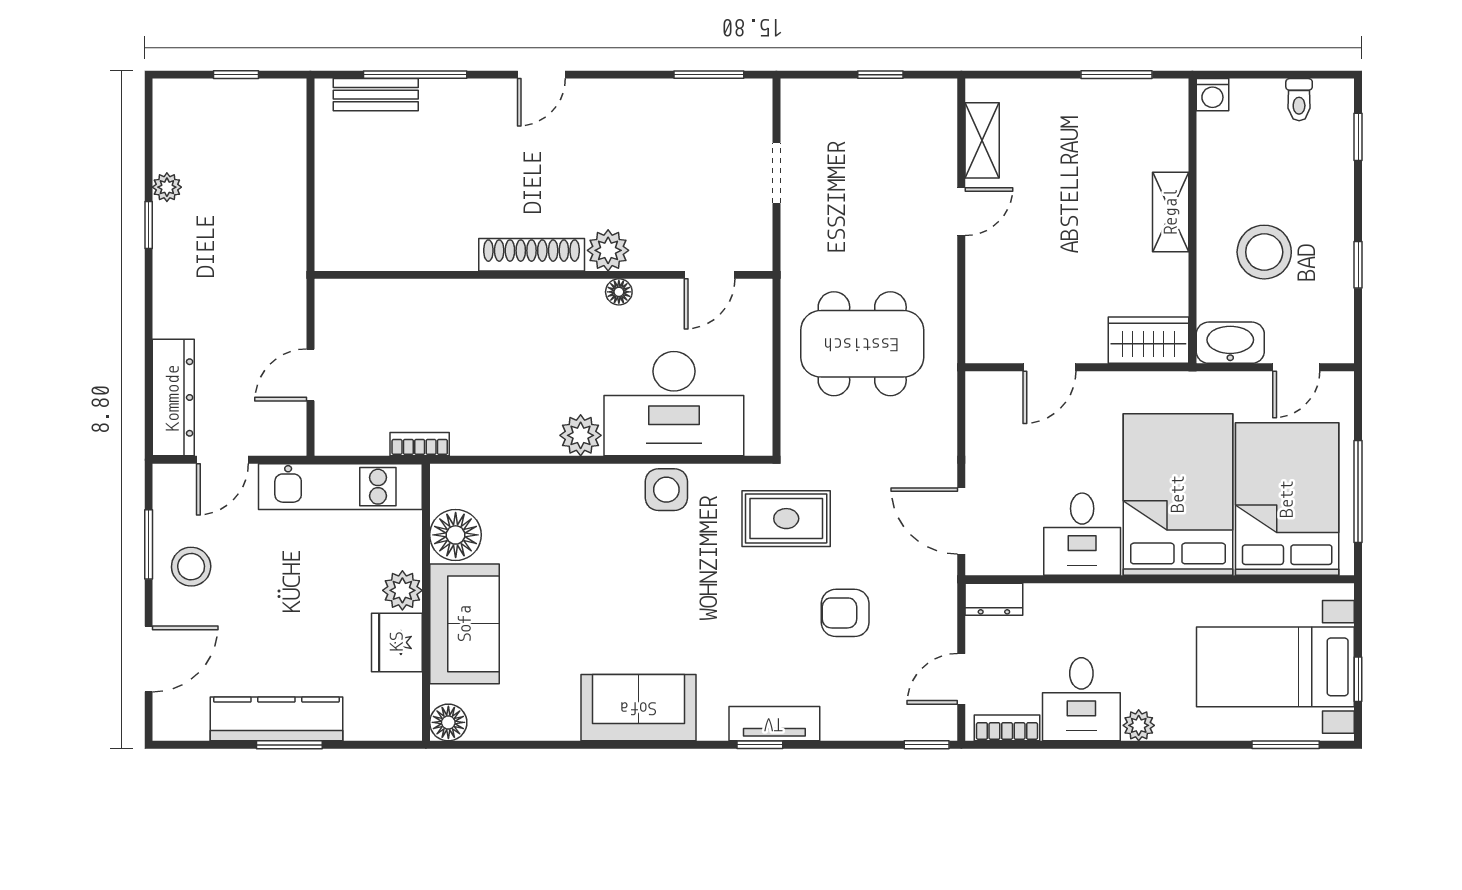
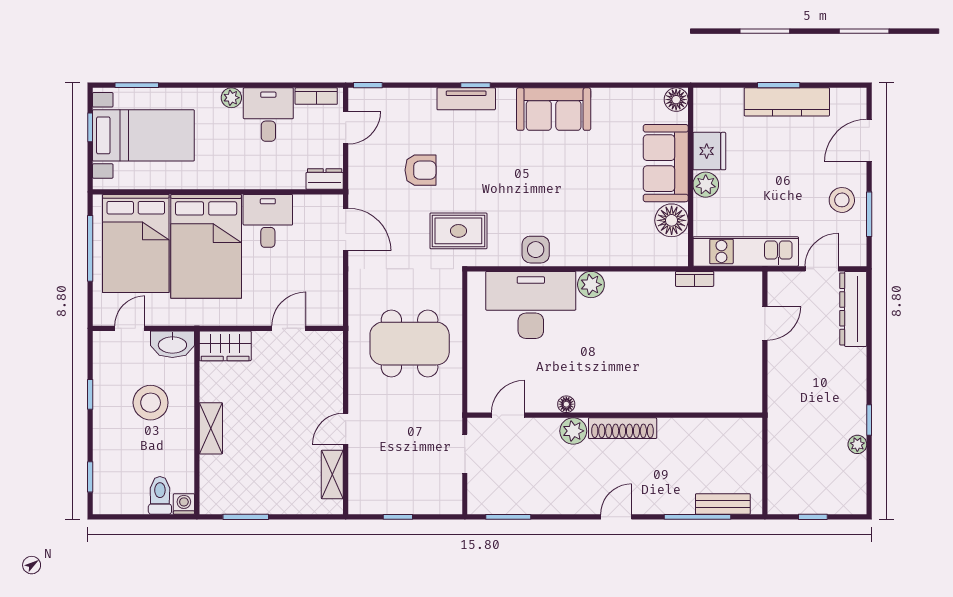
toilet: (1299, 100) -> (160, 495), moved, width x1.37, depth x1.39
plant: (608, 250) -> (573, 431), moved
shoe rack: (532, 255) -> (623, 428), moved
wall: (543, 275) -> (615, 415), moved
door: (710, 275) -> (508, 415), moved
floor lamp: (619, 292) -> (566, 404), moved

